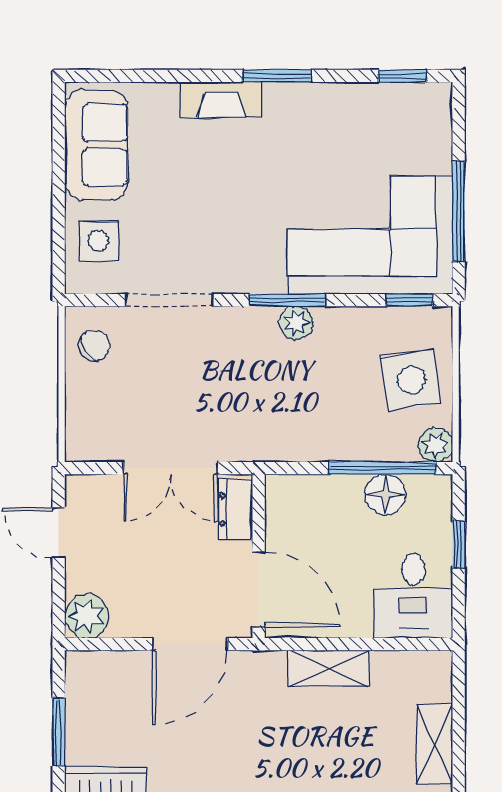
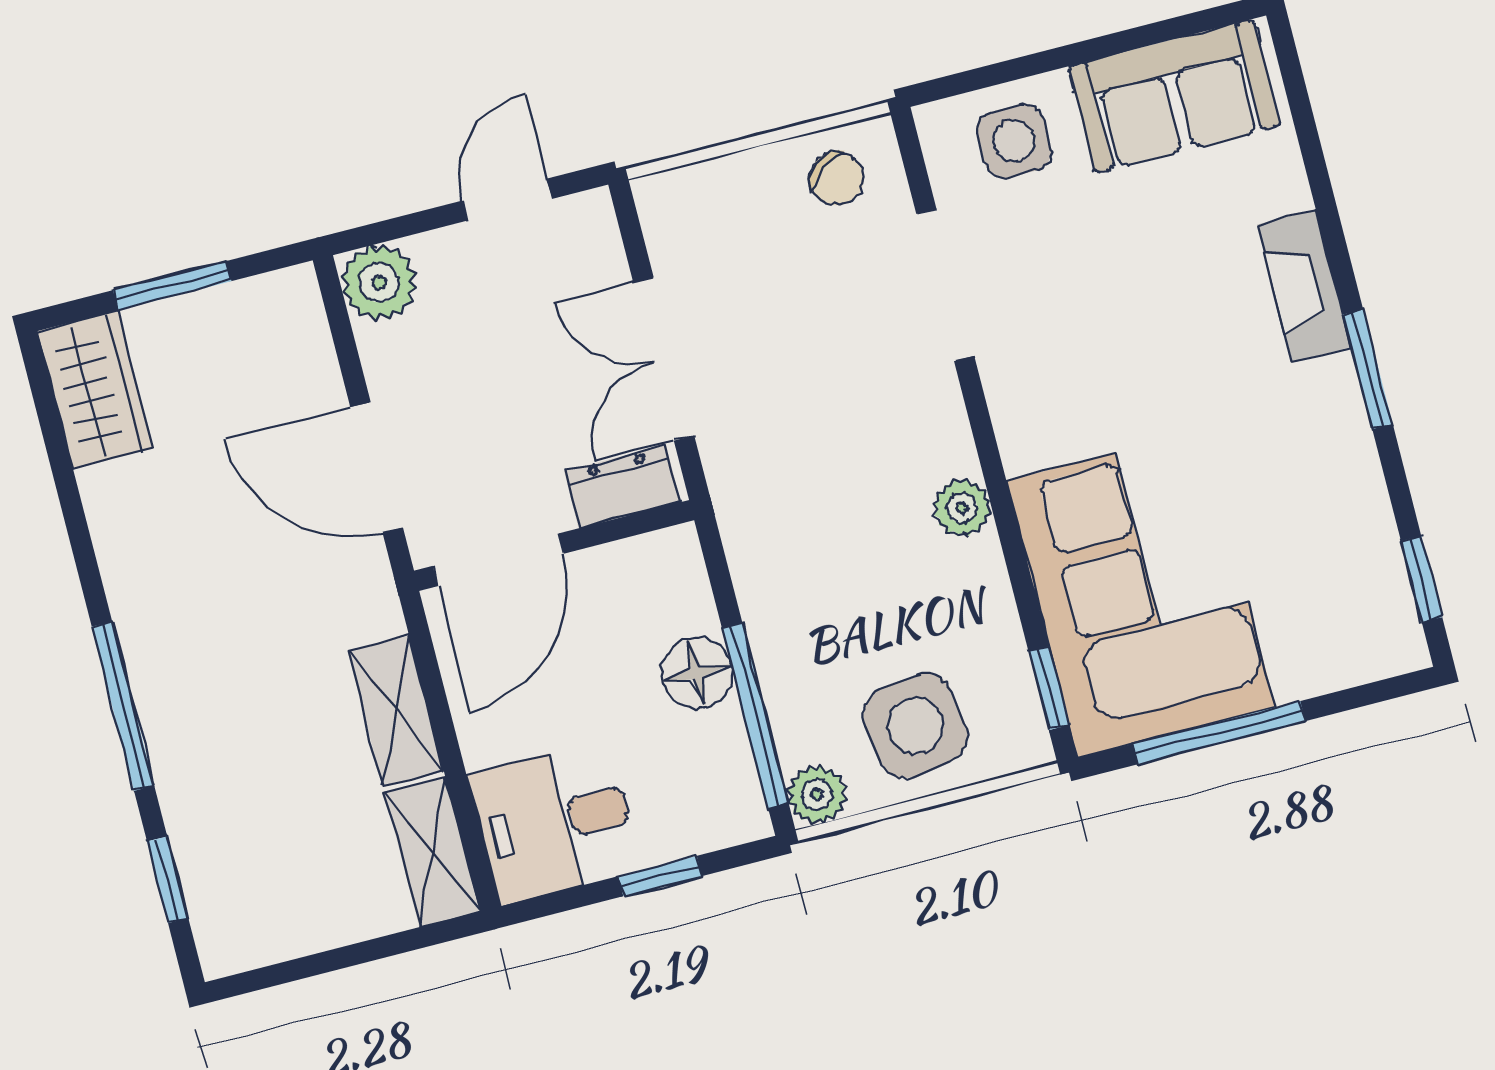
window: (287, 300) -> (996, 483), removed
floor lamp: (385, 494) -> (697, 673), moved
shelving: (435, 744) -> (432, 852), moved, turned 90

